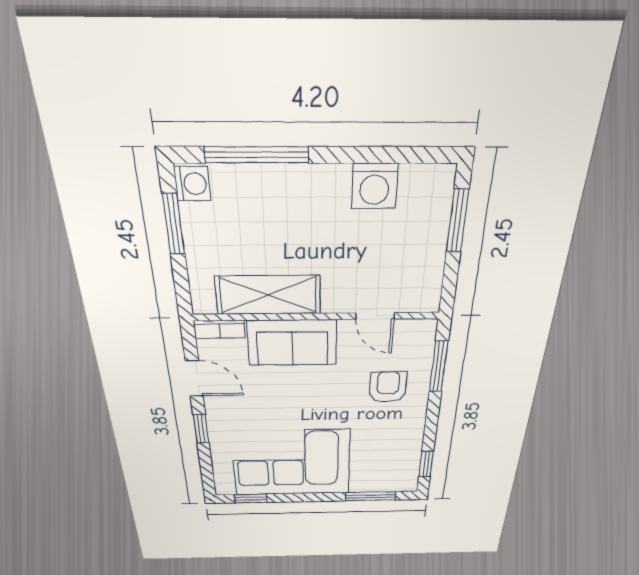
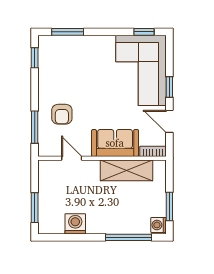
corner sofa: (292, 463) -> (141, 70), moved, turned 90

